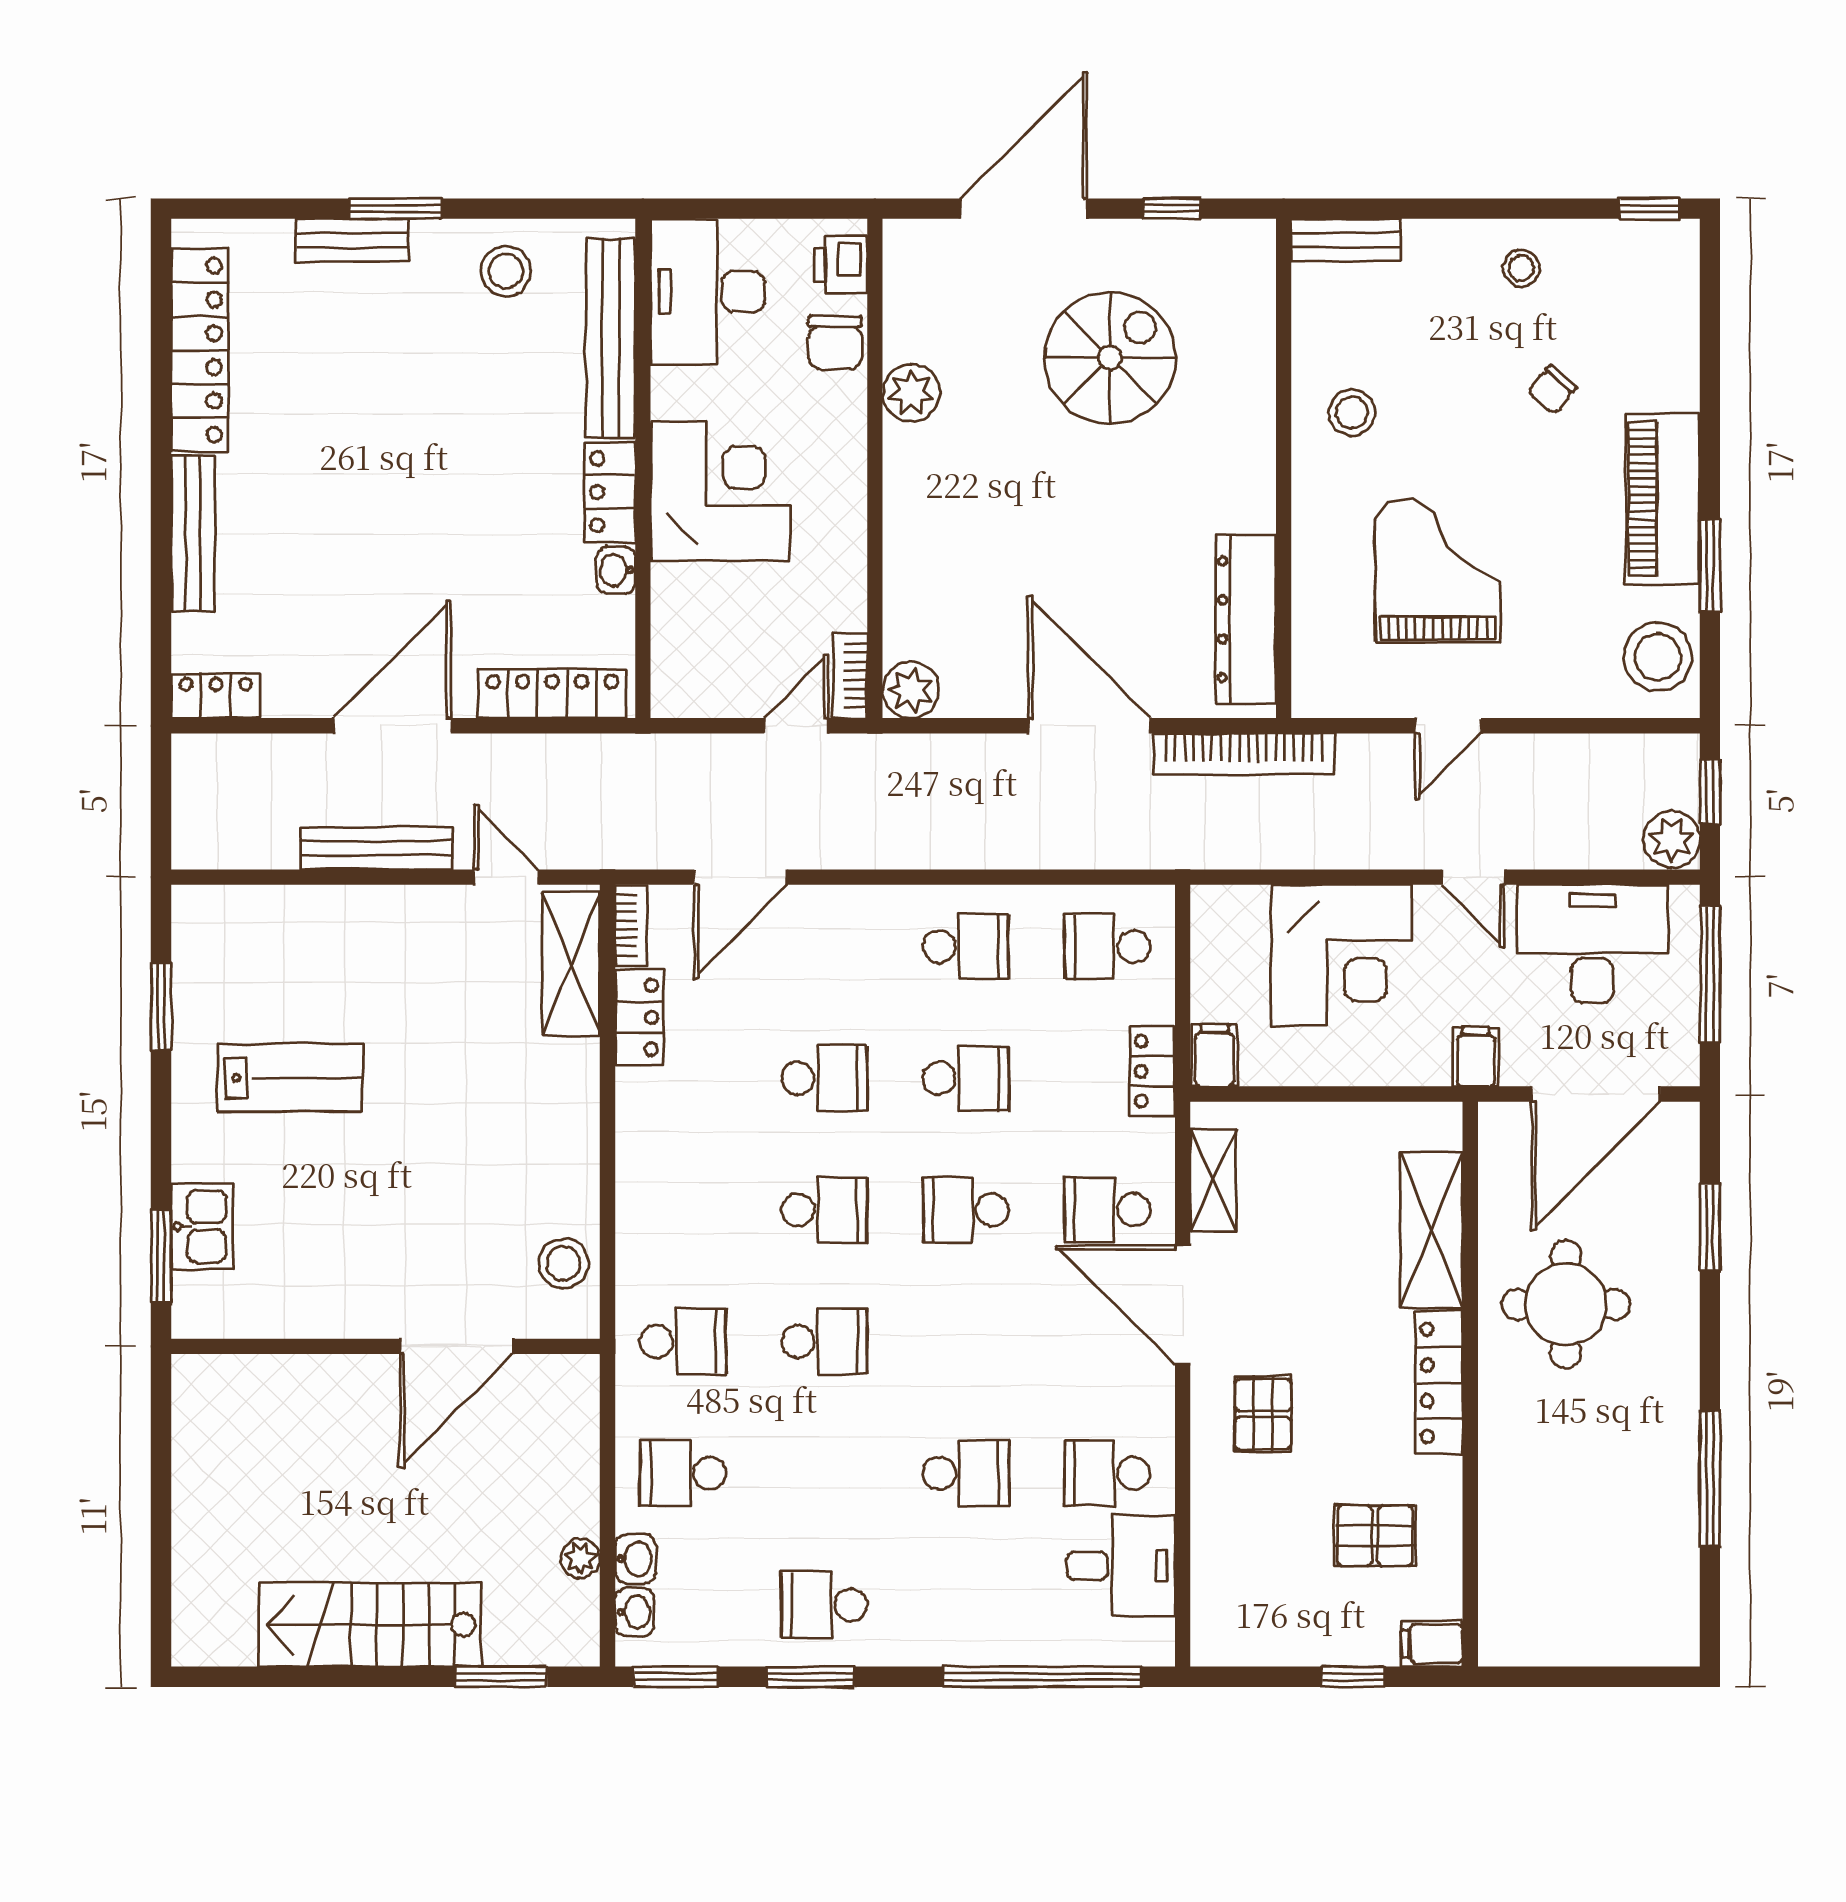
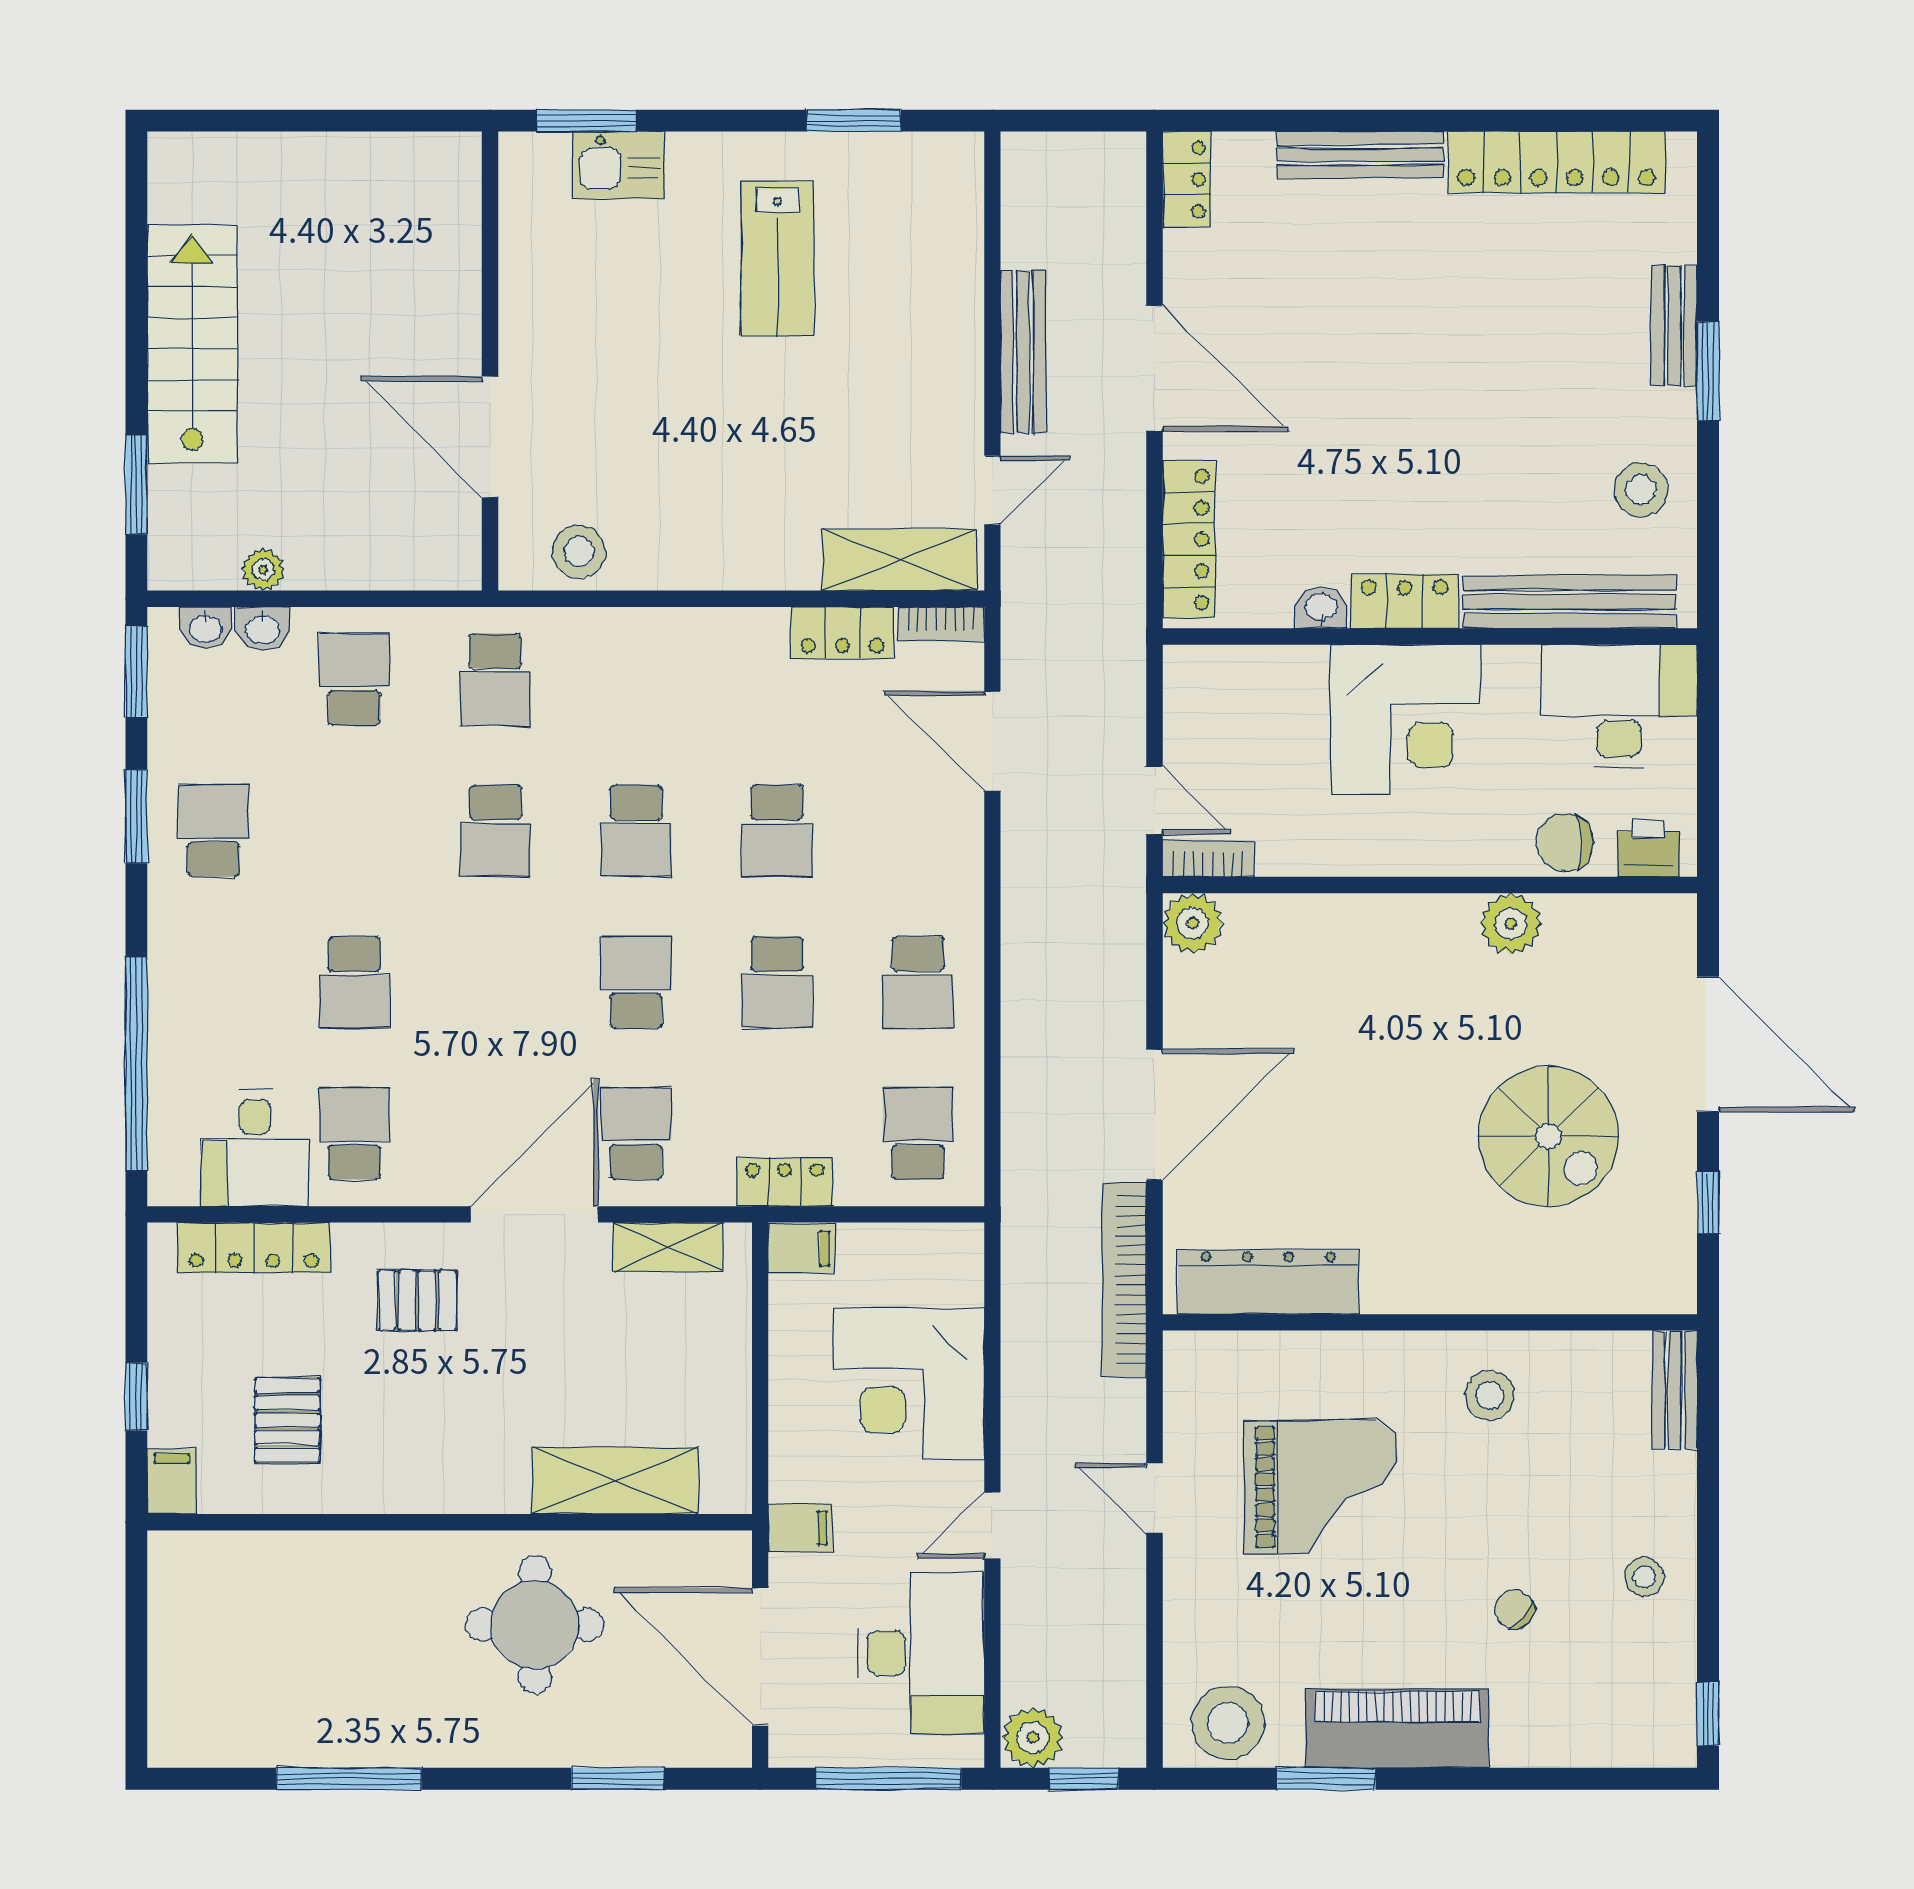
locker: (1439, 1383) -> (254, 1248), moved, turned 180

